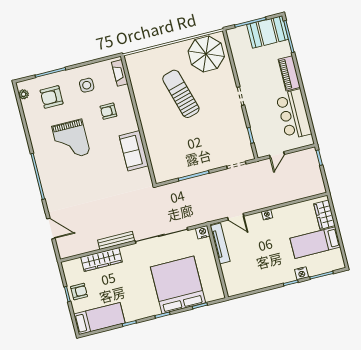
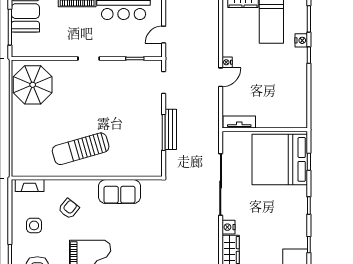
sun lounger: (181, 94) -> (81, 149), moved
armchair: (108, 111) -> (69, 209), turned -141
door: (277, 155) -> (164, 35), swing flipped
door: (236, 217) -> (221, 77), moved
nightstand: (203, 232) -> (228, 227), moved
bench: (116, 240) -> (171, 129), moved
tv unit: (220, 243) -> (239, 122), width x0.71
bed: (178, 285) -> (280, 159), moved

